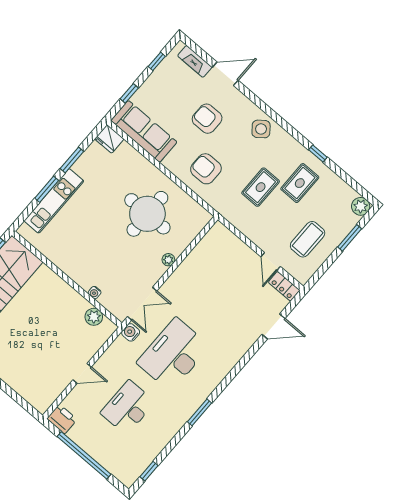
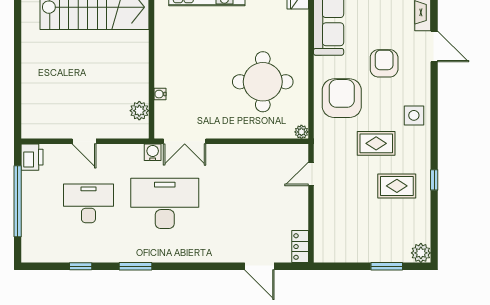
side table: (261, 129) -> (414, 115), turned 38
armchair: (206, 169) -> (342, 98), width x1.36, depth x1.36
rug: (261, 187) -> (376, 143), moved
coffee table: (308, 239) -> (356, 232), removed
plant: (168, 260) -> (301, 132), moved
door: (271, 262) -> (311, 174), moved
window: (149, 471) -> (81, 266), moved

